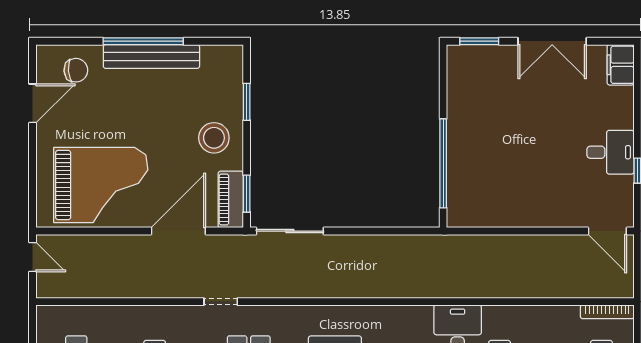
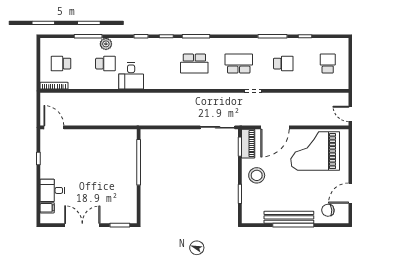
filing cabinet: (621, 65) -> (47, 208), width x0.50
desk: (610, 152) -> (52, 190), moved

